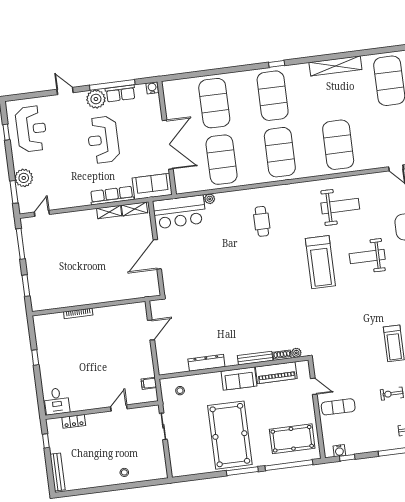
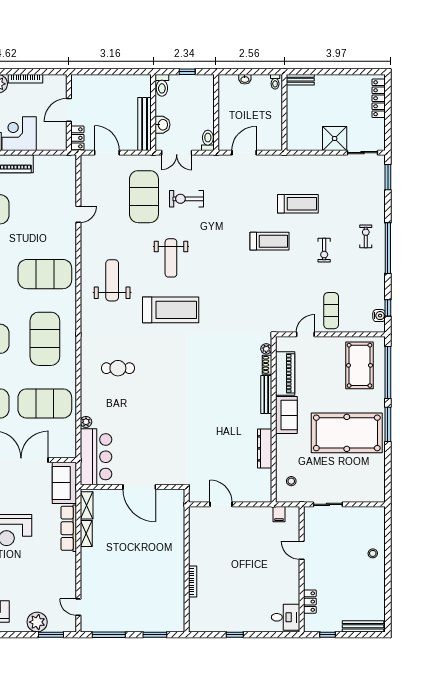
exercise mat: (280, 152) -> (45, 339), turned 90

